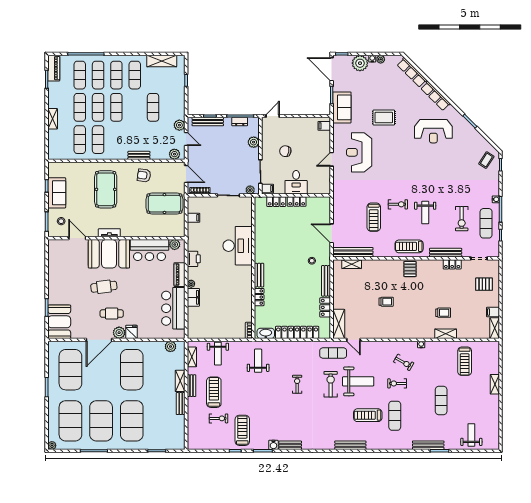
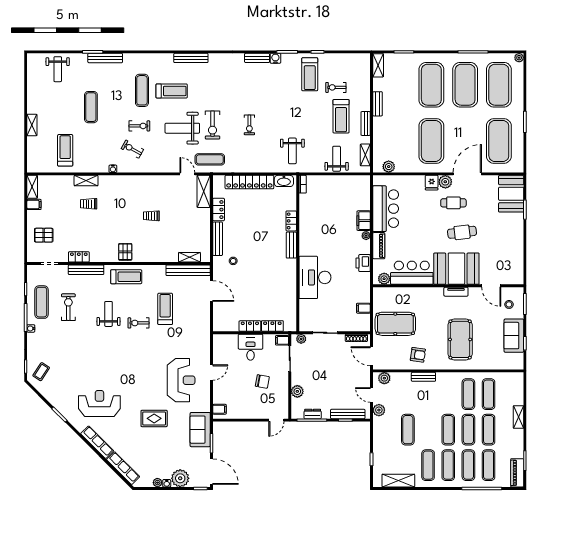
shelving: (180, 381) -> (378, 65), moved

